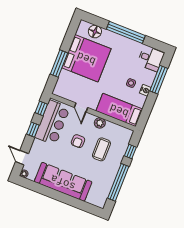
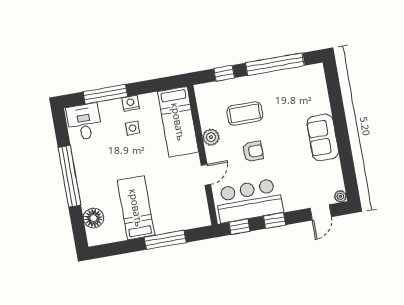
bed: (86, 58) -> (136, 208), width x0.49
sofa: (63, 182) -> (323, 137), width x0.54, depth x0.79

